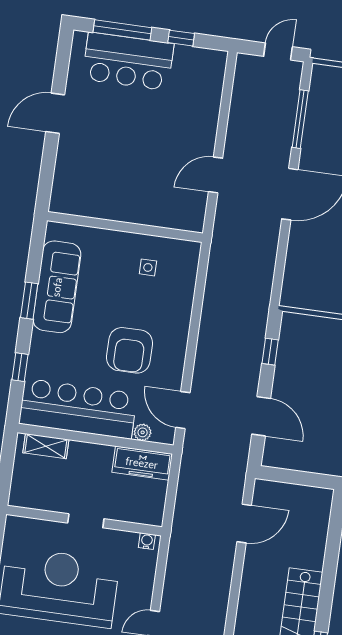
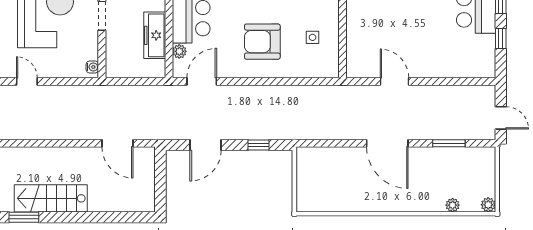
window: (300, 119) -> (449, 143), width x0.69
armchair: (130, 350) -> (262, 42), moved
freezer: (142, 463) -> (155, 35), moved

